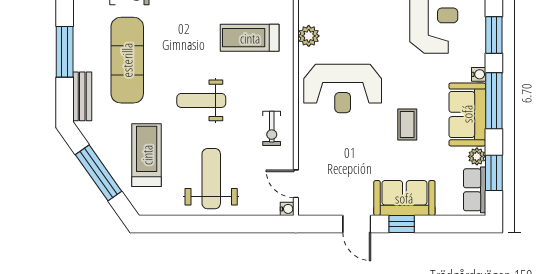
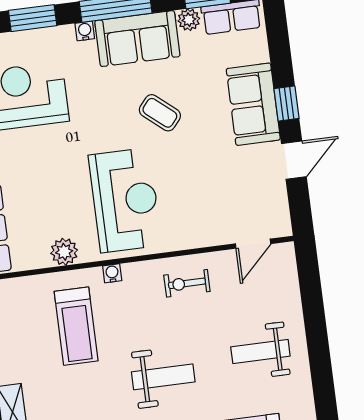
weight bench: (201, 100) -> (163, 377), turned -90
coffee table: (407, 124) -> (160, 113), turned 40
exercise bike: (272, 128) -> (187, 283), turned 180
weight bench: (211, 179) -> (260, 351), width x0.73, depth x0.75
water cooler: (287, 209) -> (112, 273), moved

